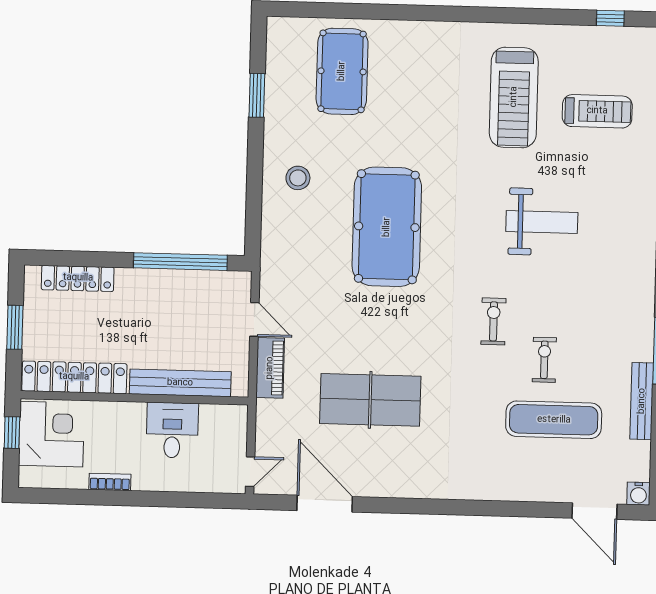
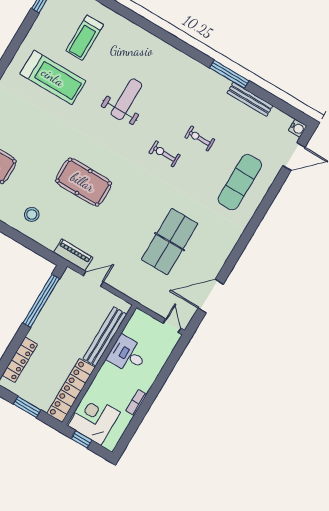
treadmill: (597, 111) -> (85, 38), turned 180
pool table: (387, 227) -> (83, 182), width x0.73, depth x0.76
piano: (270, 368) -> (73, 255), moved
exercise mat: (554, 420) -> (240, 182), moved

